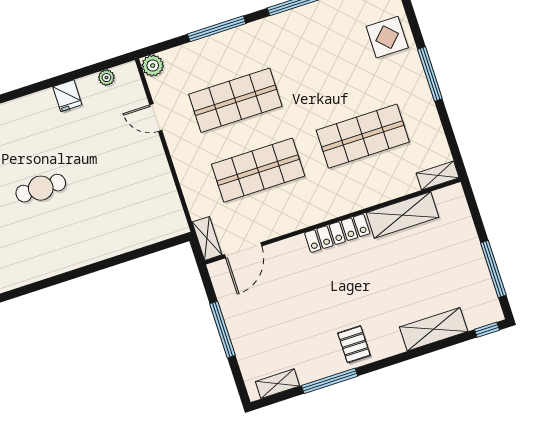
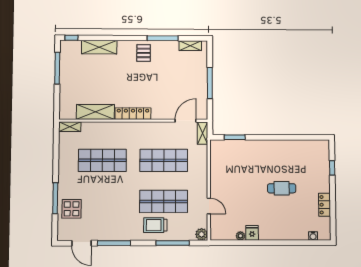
window: (217, 29) -> (173, 243), moved
trolley: (236, 56) -> (155, 225), added
window: (430, 74) -> (55, 198), moved
plant: (106, 78) -> (240, 236), moved
window: (149, 250) -> (235, 137), added

